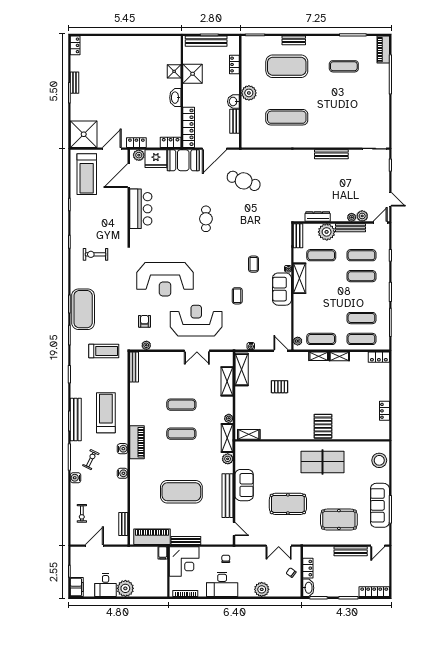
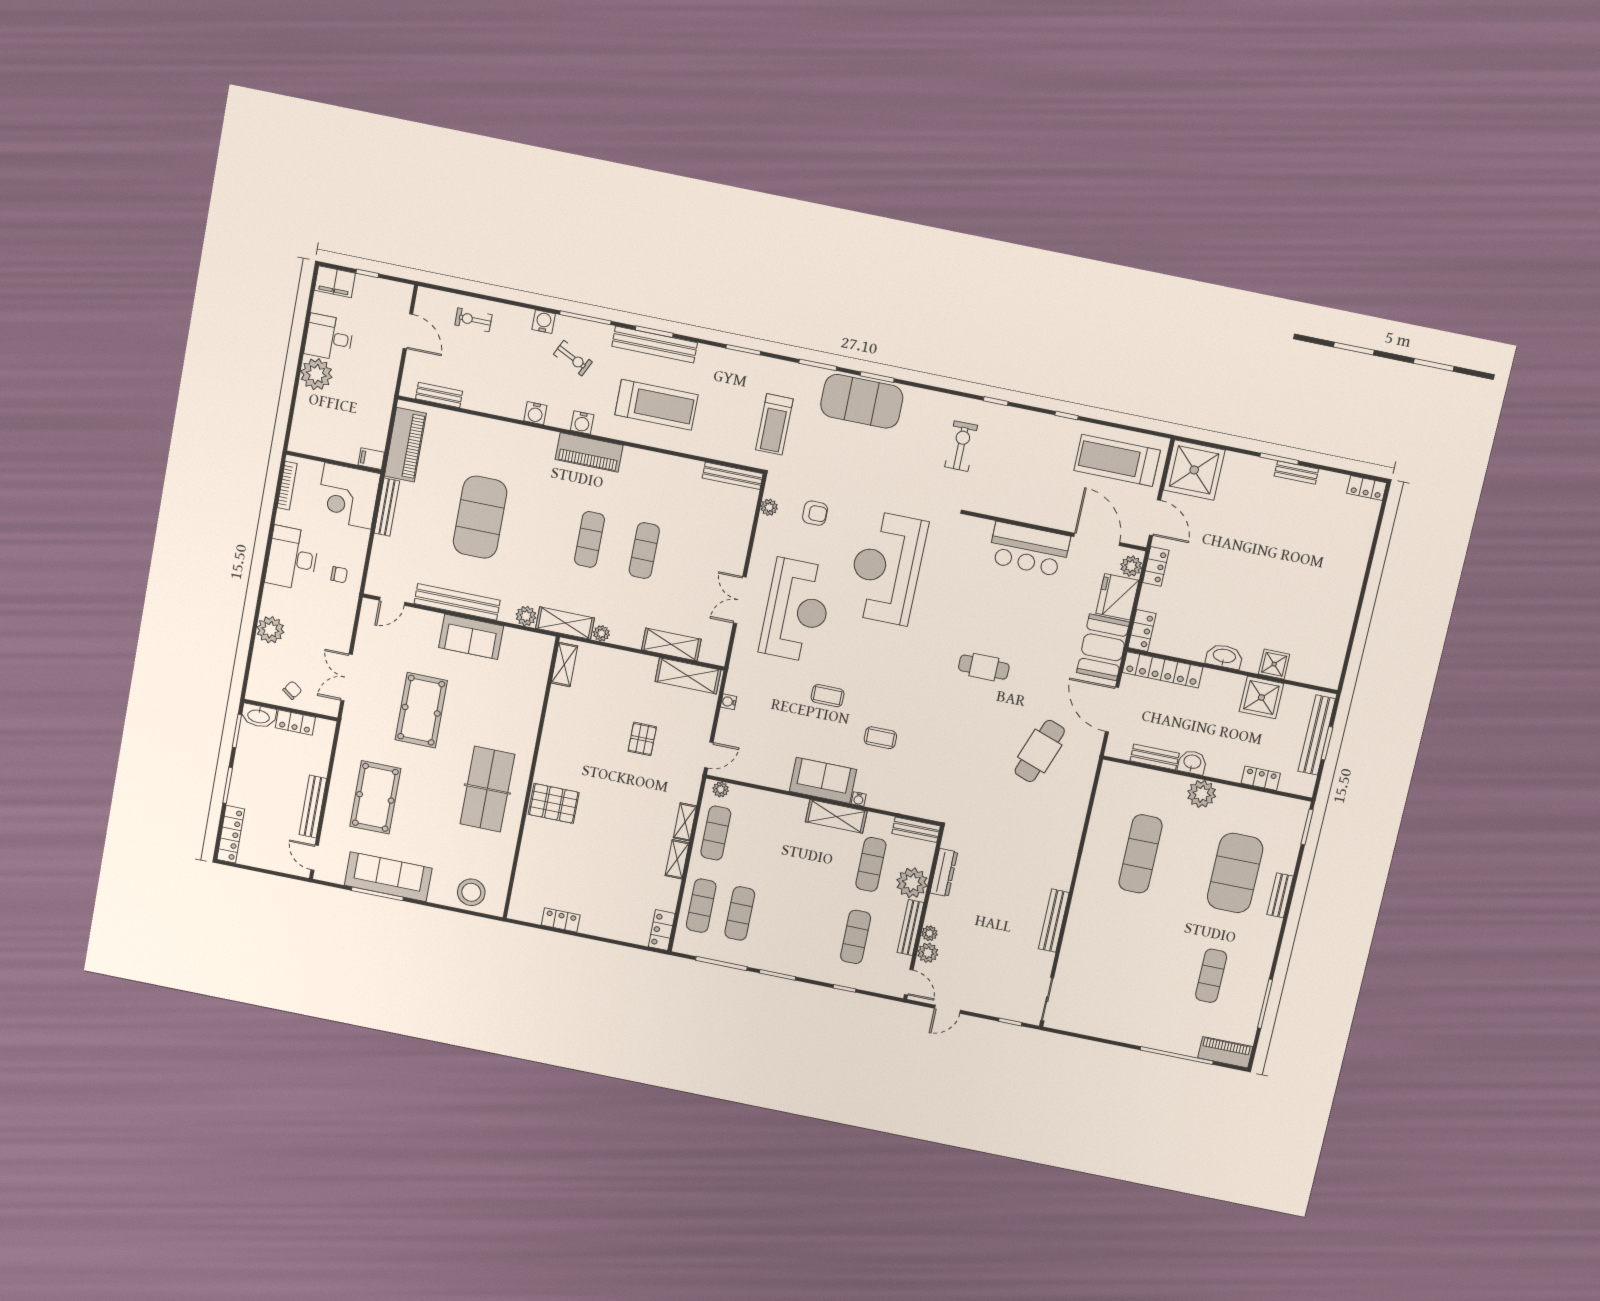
exercise mat: (361, 276) -> (817, 929), removed

